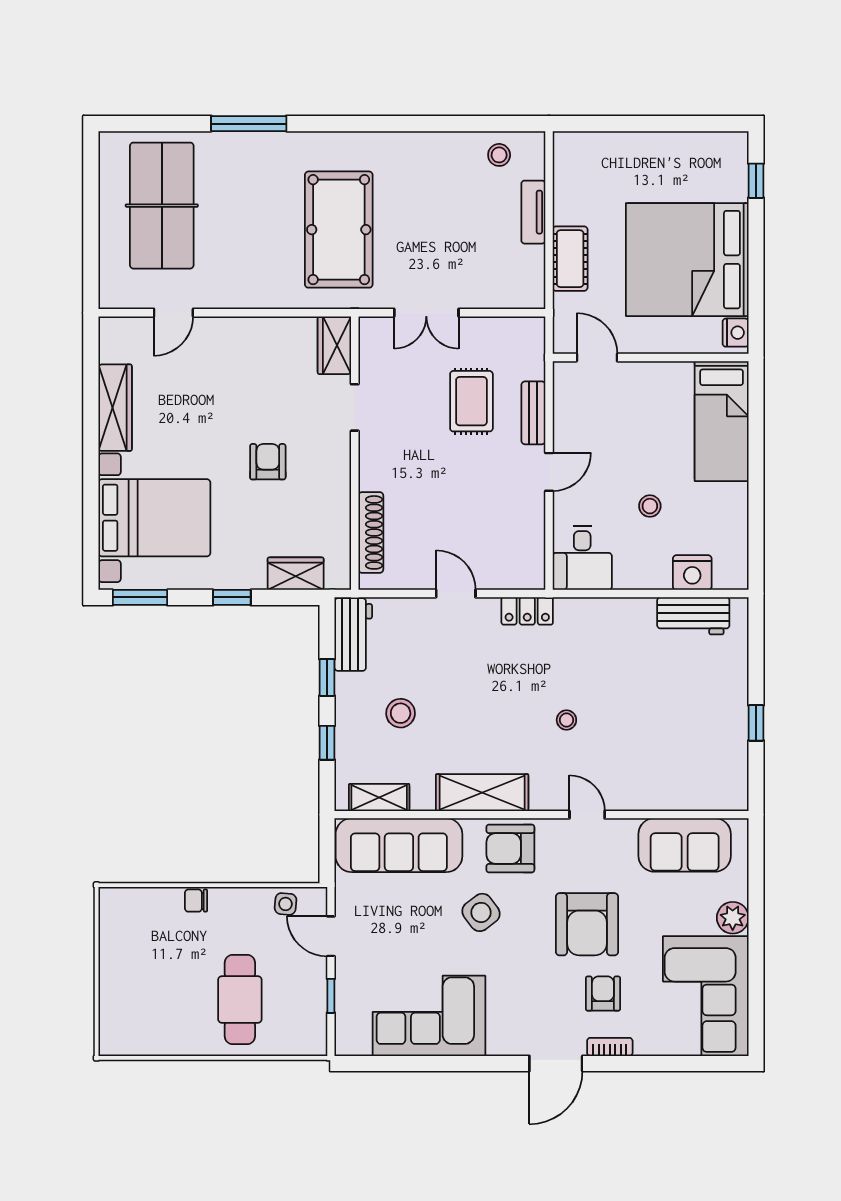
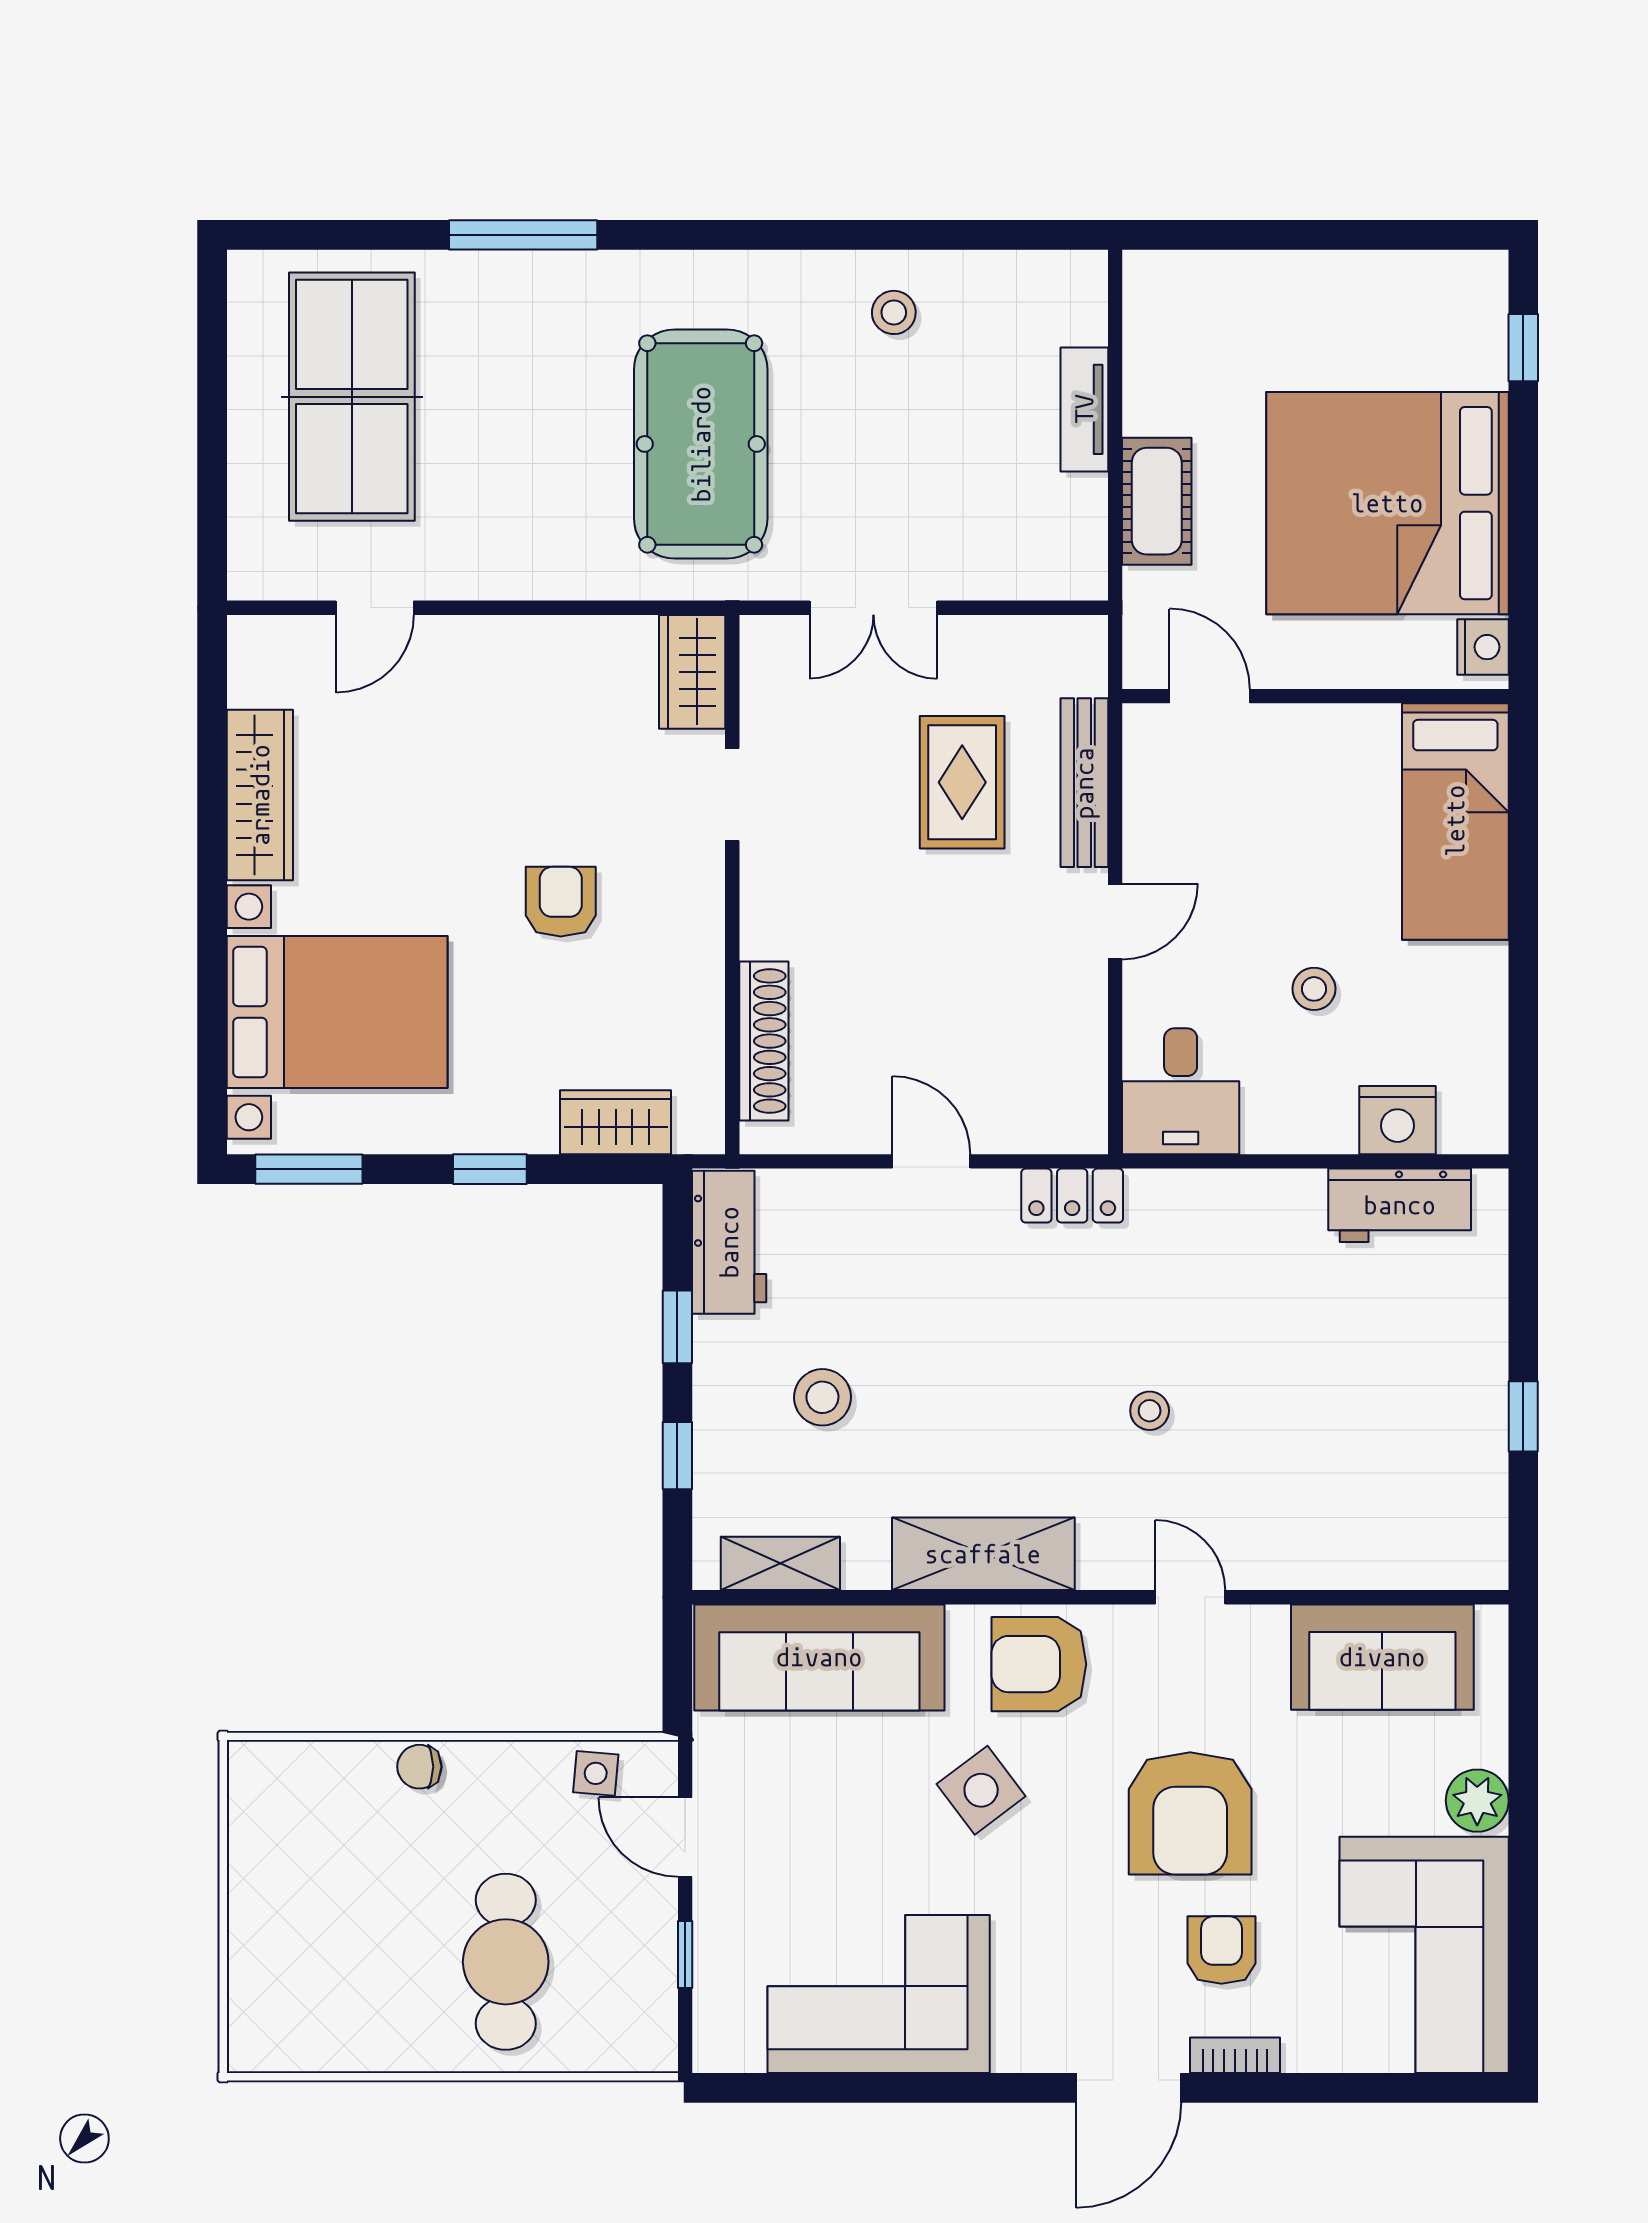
stool: (499, 155) -> (894, 312), moved
bench: (533, 413) -> (1084, 783), width x1.36

